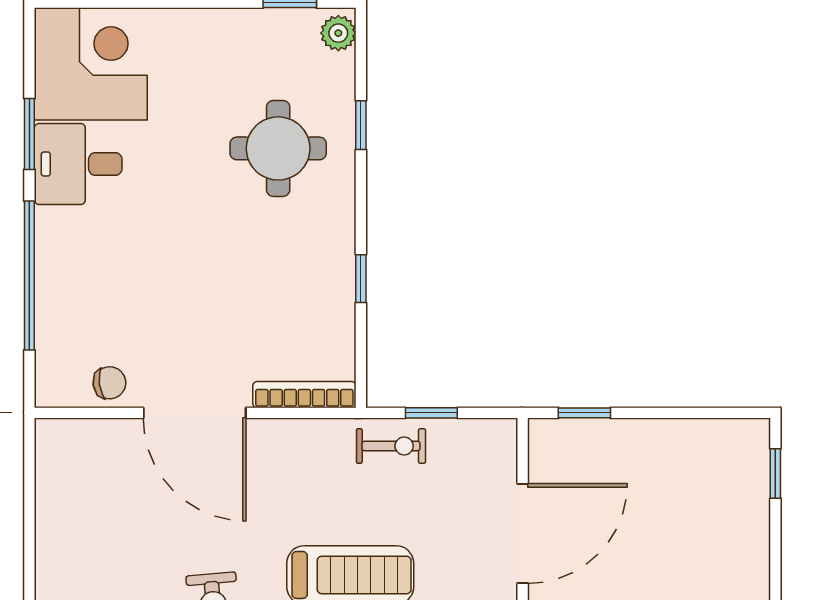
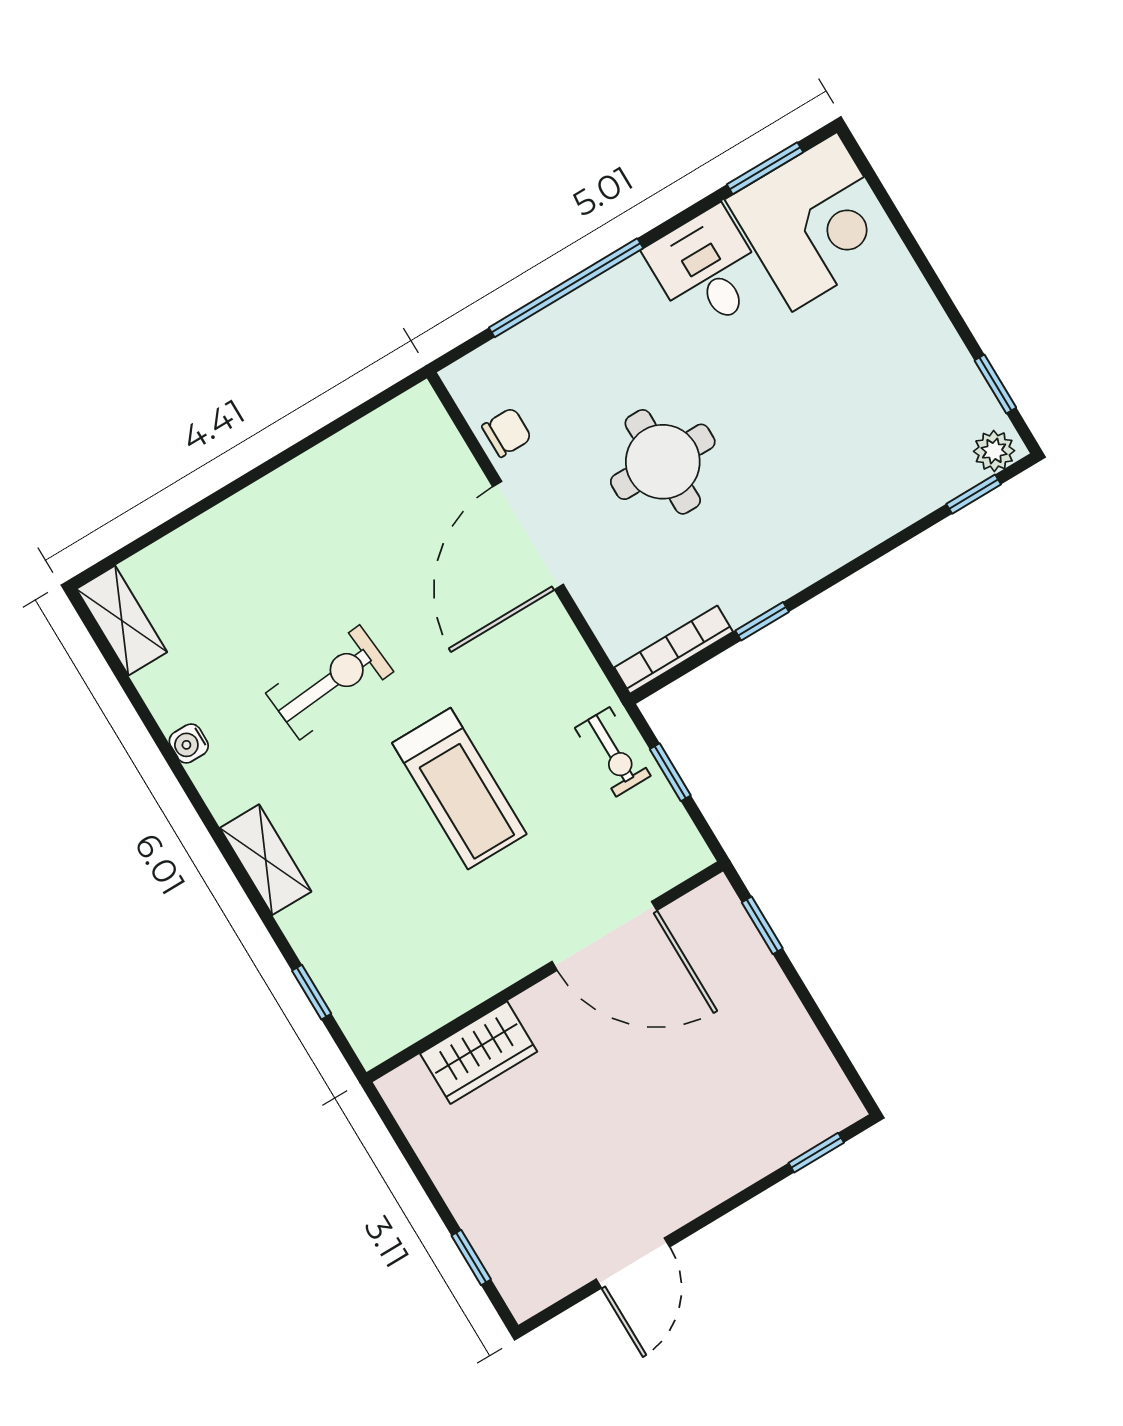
window: (361, 125) -> (974, 494), moved
window: (29, 134) -> (765, 168), moved
round table: (278, 148) -> (663, 462), moved
chair: (109, 383) -> (507, 432), turned -83
bookcase: (304, 395) -> (674, 650), moved, turned -90

